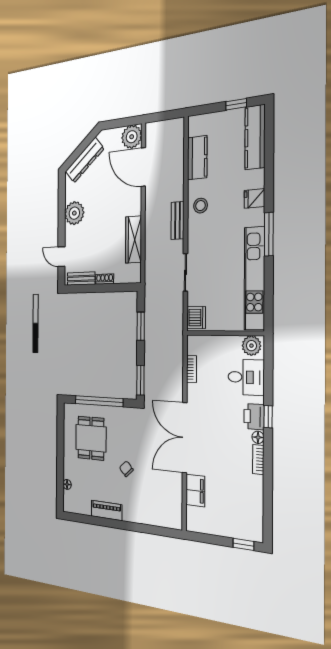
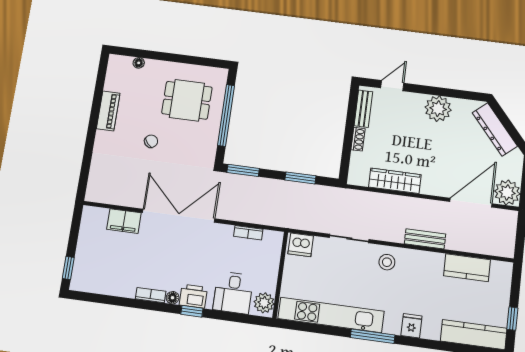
stool: (201, 206) -> (387, 262), moved
bench: (178, 220) -> (425, 239), moved

